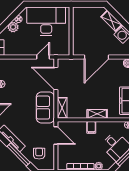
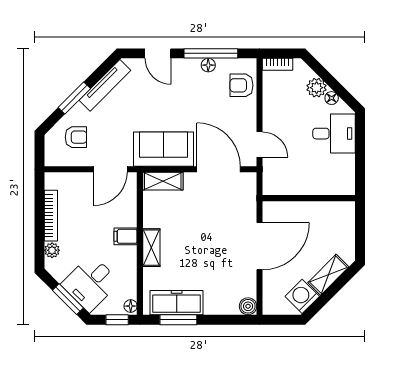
desk: (46, 21) -> (334, 134), width x0.53, depth x0.77
door: (96, 57) -> (260, 246), swing flipped
armchair: (12, 67) -> (241, 85), added
door: (56, 79) -> (219, 169), hinge flipped
window: (19, 154) -> (74, 98), width x0.69

